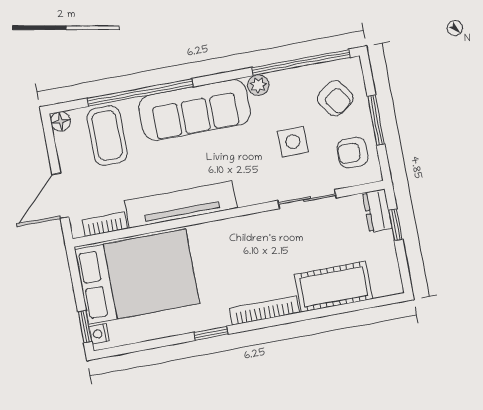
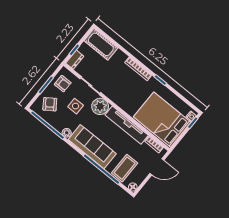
plant: (255, 185) -> (100, 106), added
cot: (334, 287) -> (101, 44), moved

